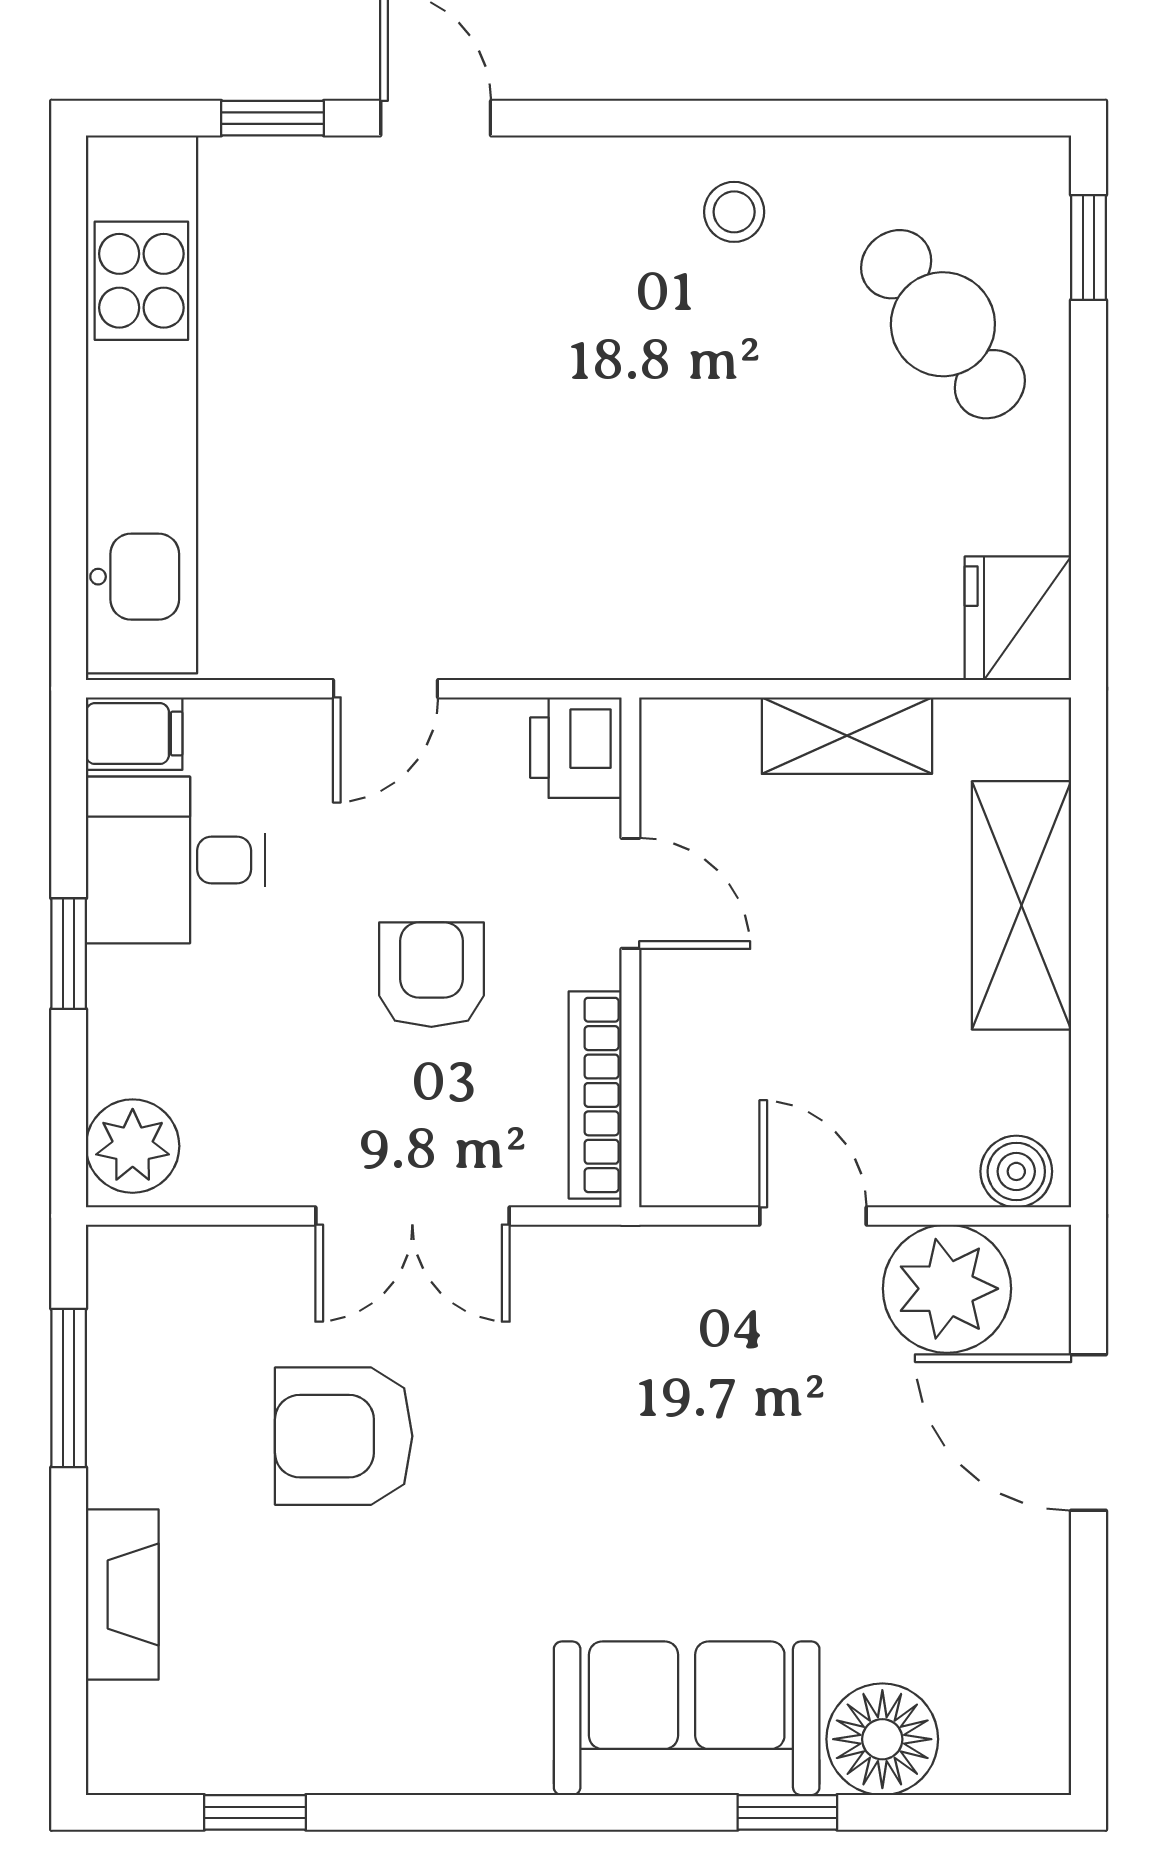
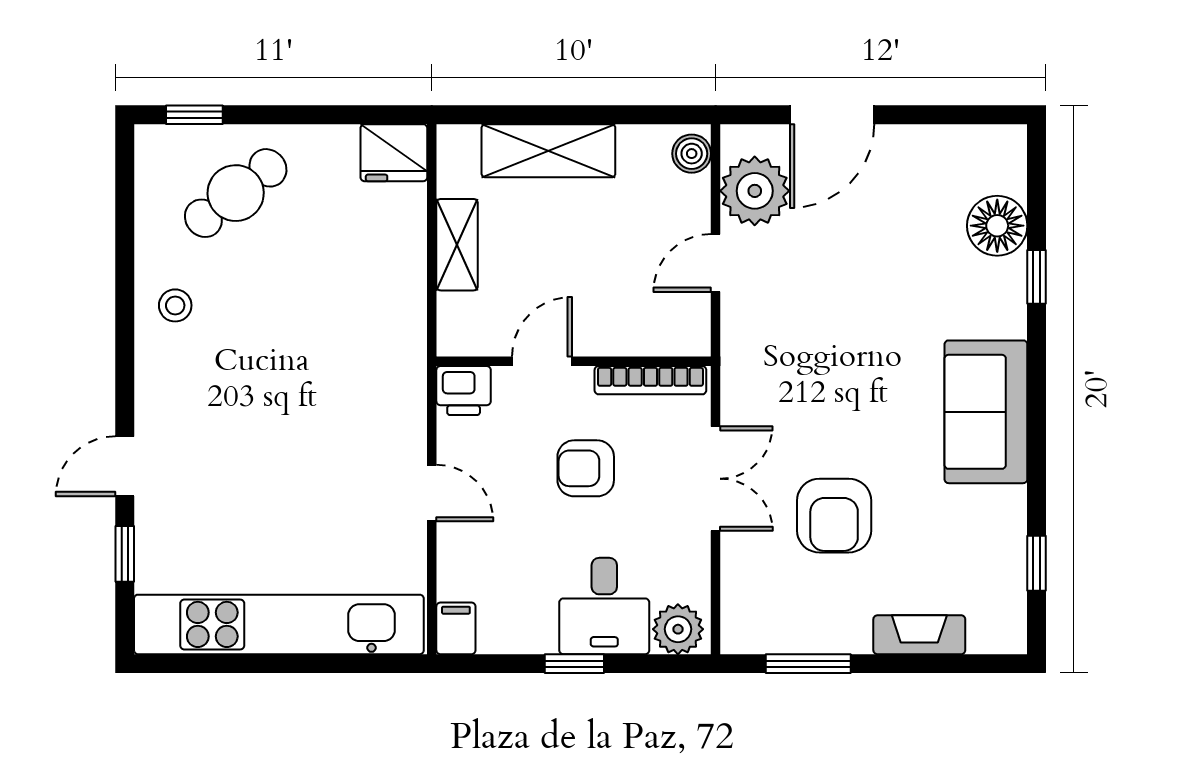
desk: (176, 860) -> (604, 606), moved
sofa: (687, 1718) -> (986, 412), moved

